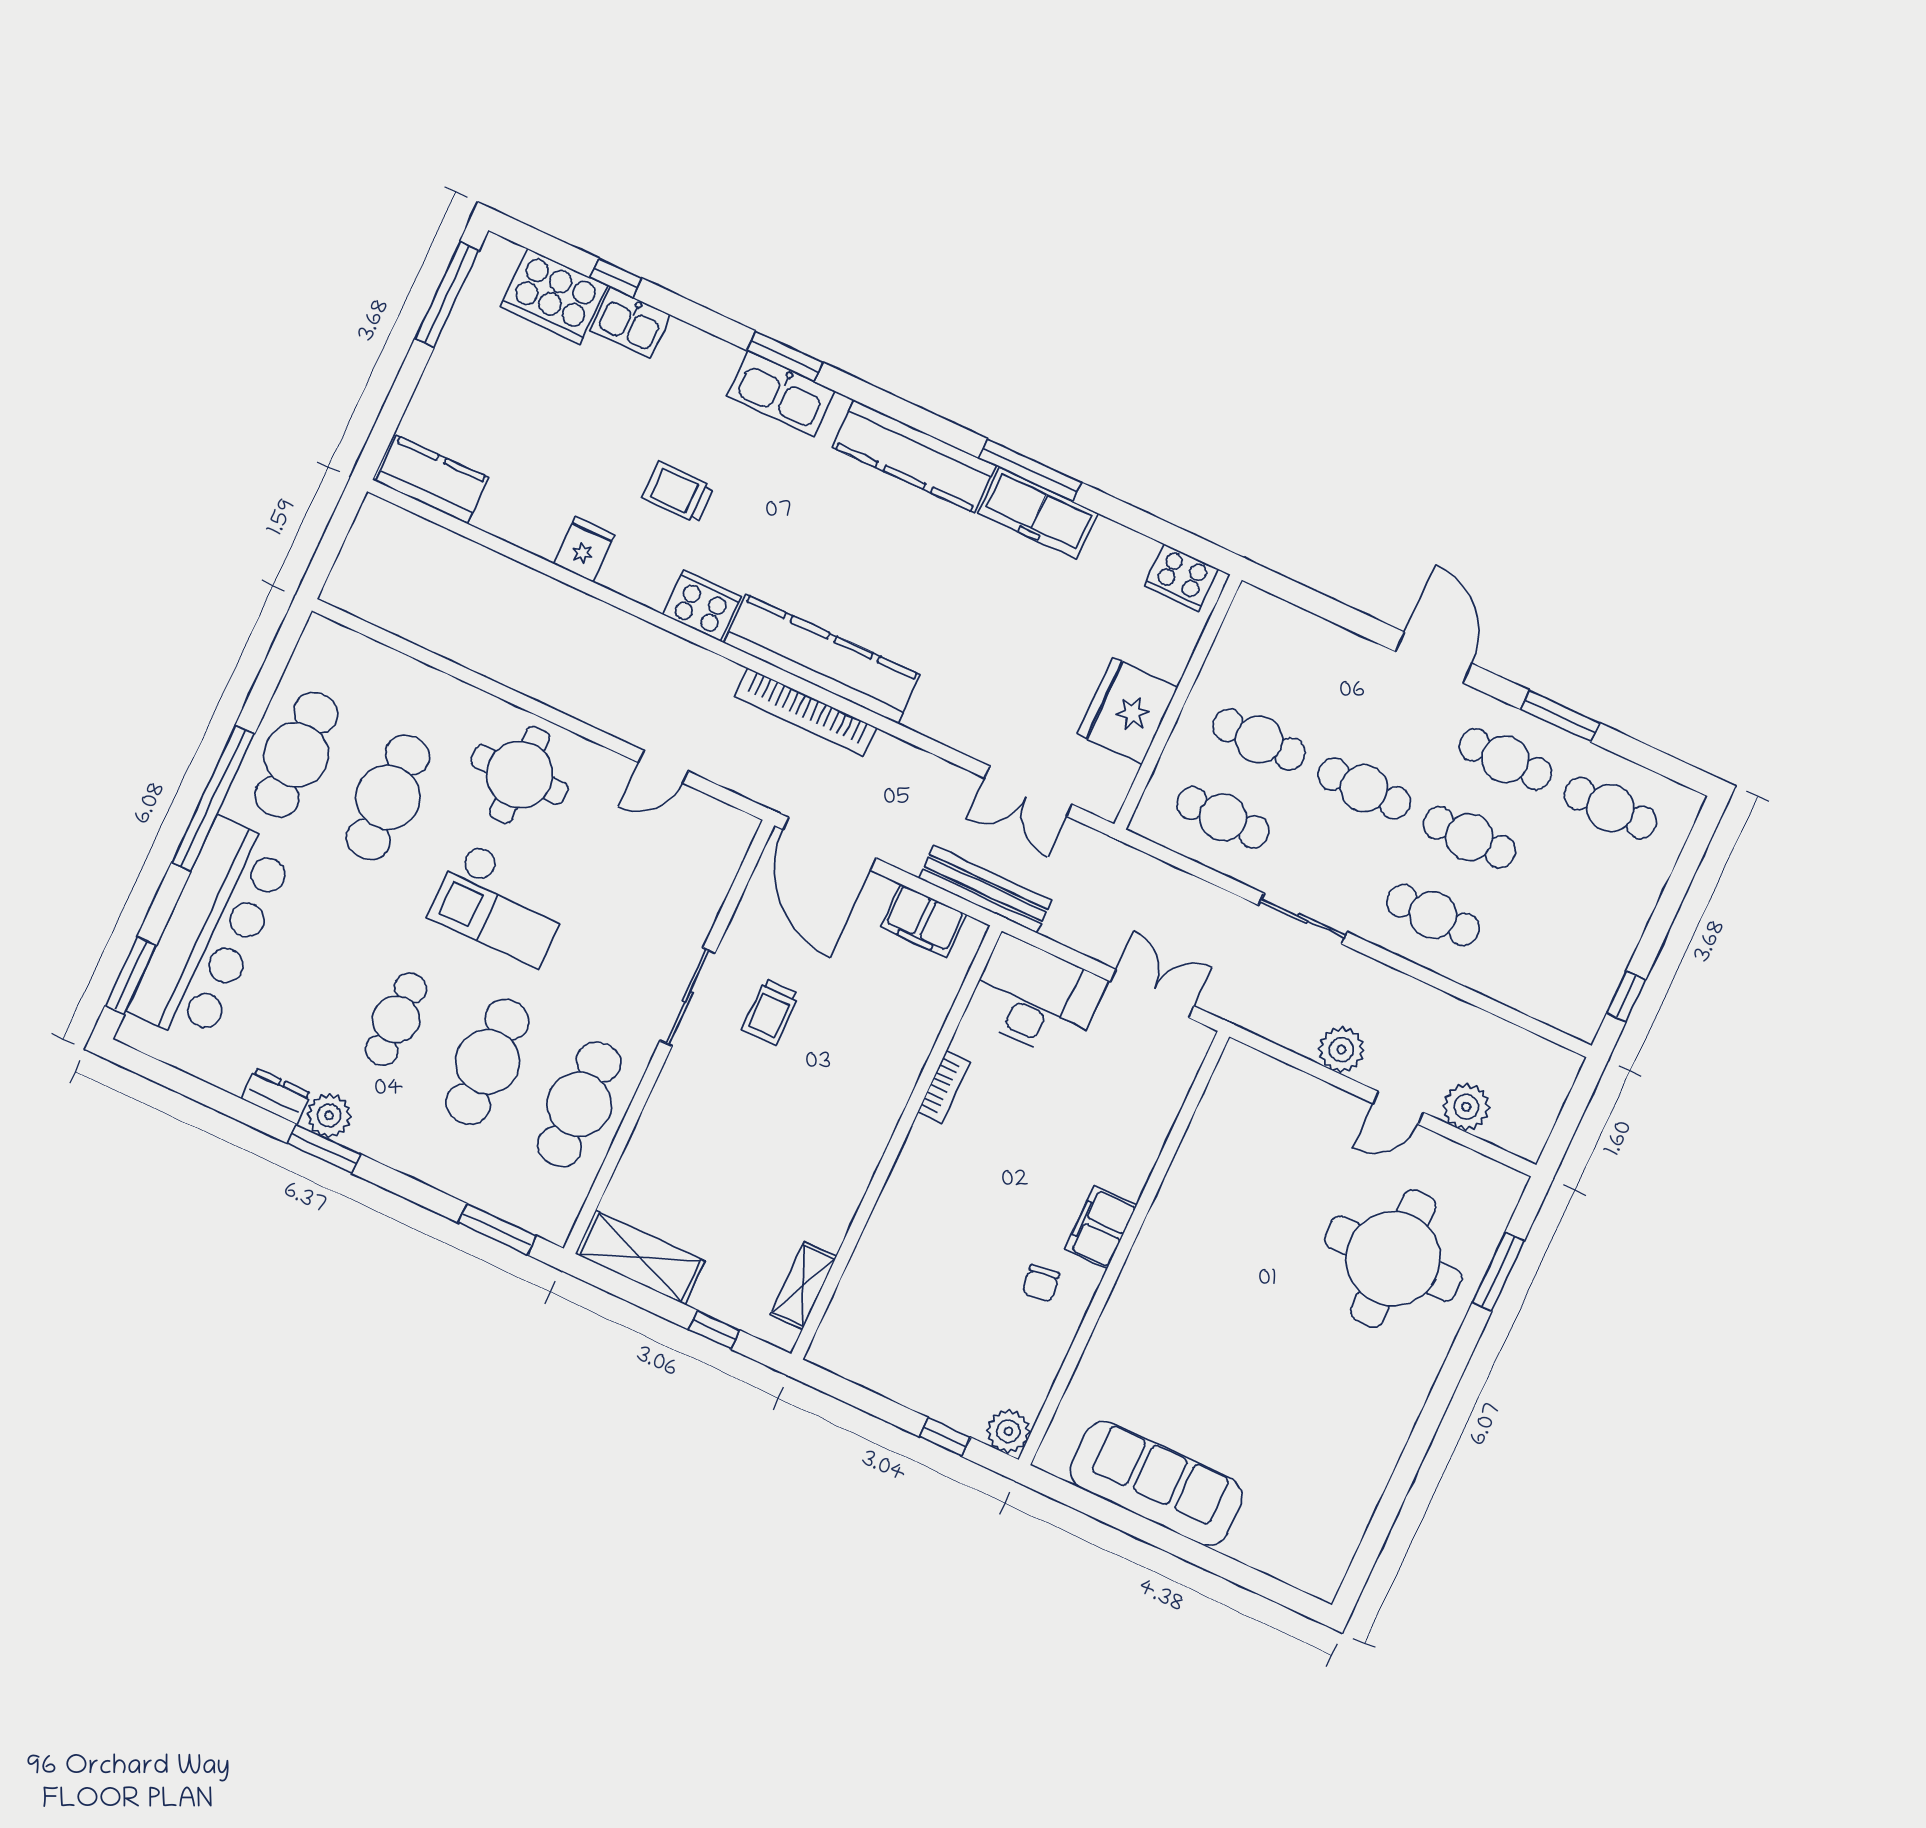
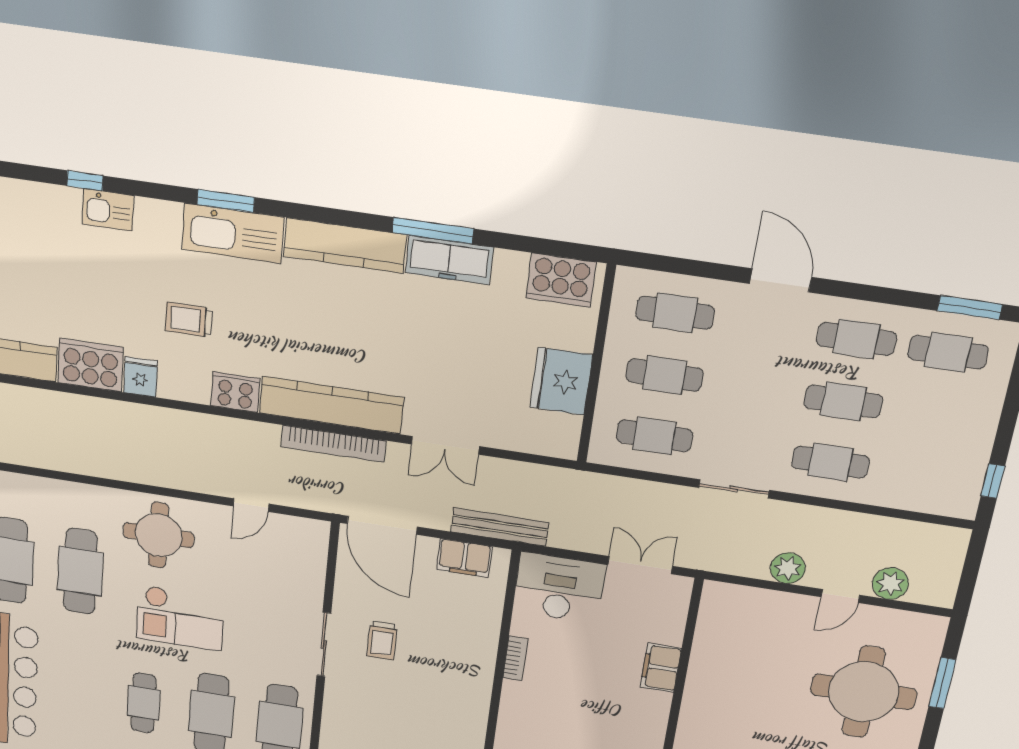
cooker: (554, 296) -> (91, 365), moved, turned 180
kitchen sink: (781, 394) -> (233, 233), width x1.36, depth x1.24
cooker: (1181, 577) -> (561, 280), width x1.37, depth x1.31
window: (1560, 716) -> (970, 307), moved
cafe table: (1364, 788) -> (675, 313), moved
double door: (1029, 791) -> (445, 445), moved
filing cabinet: (1101, 1227) -> (661, 668), moved

